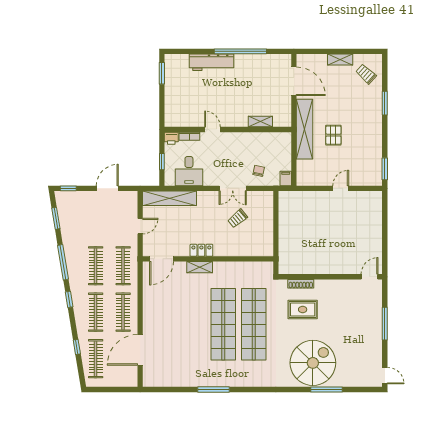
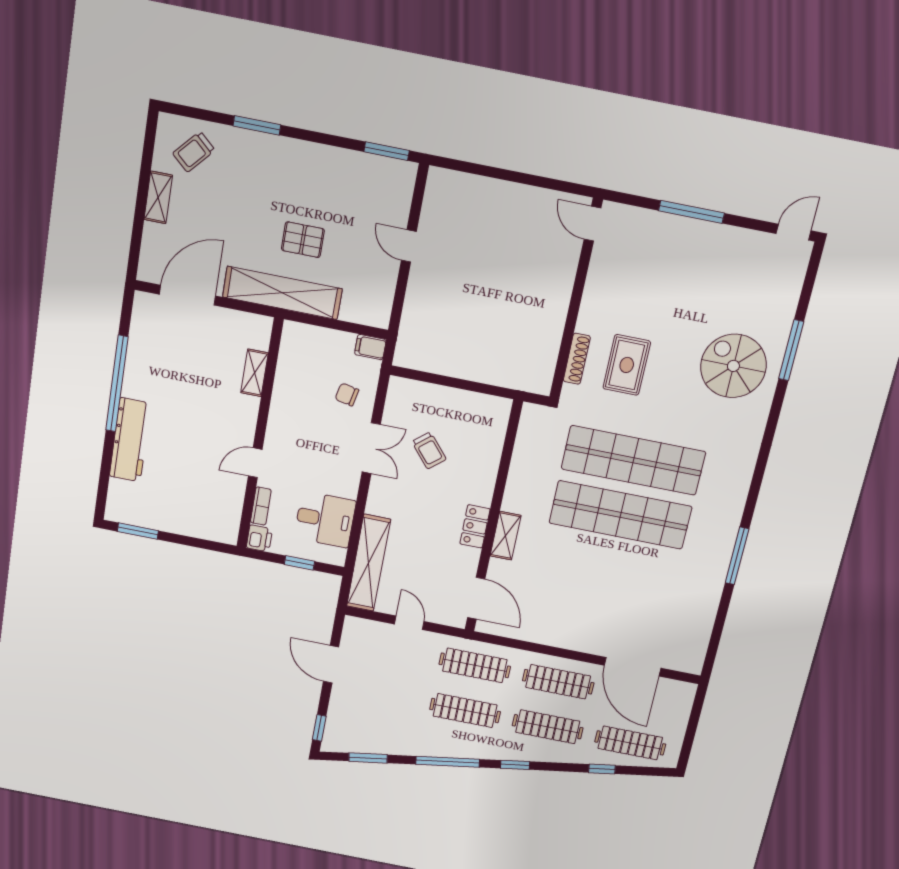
spiral stairs: (313, 363) -> (733, 366), width x0.73, depth x0.73

